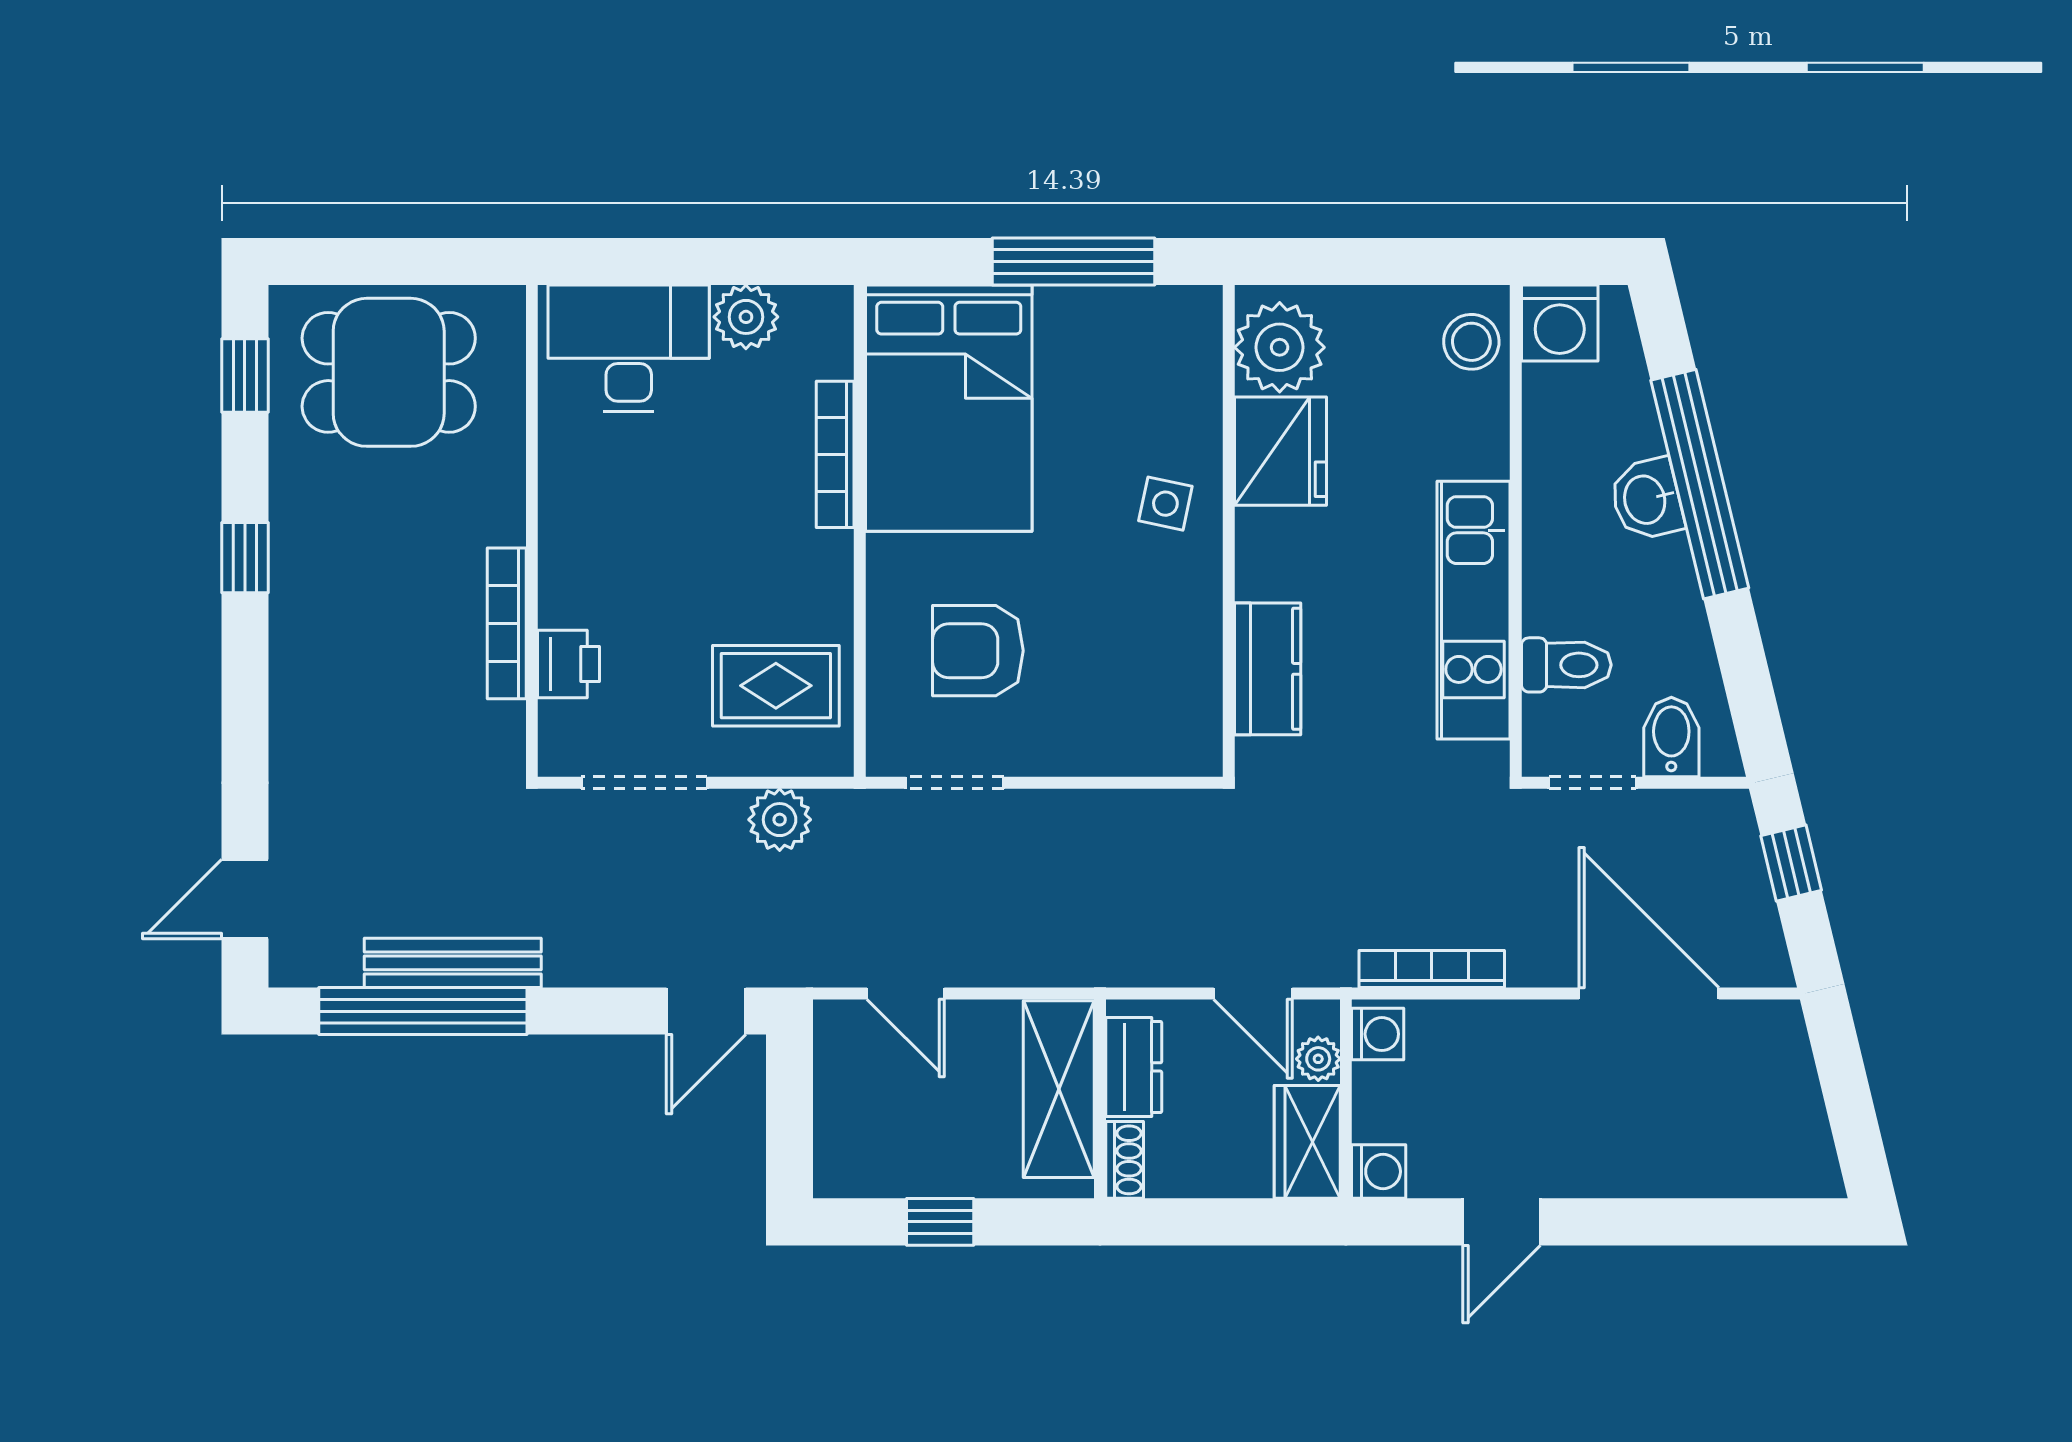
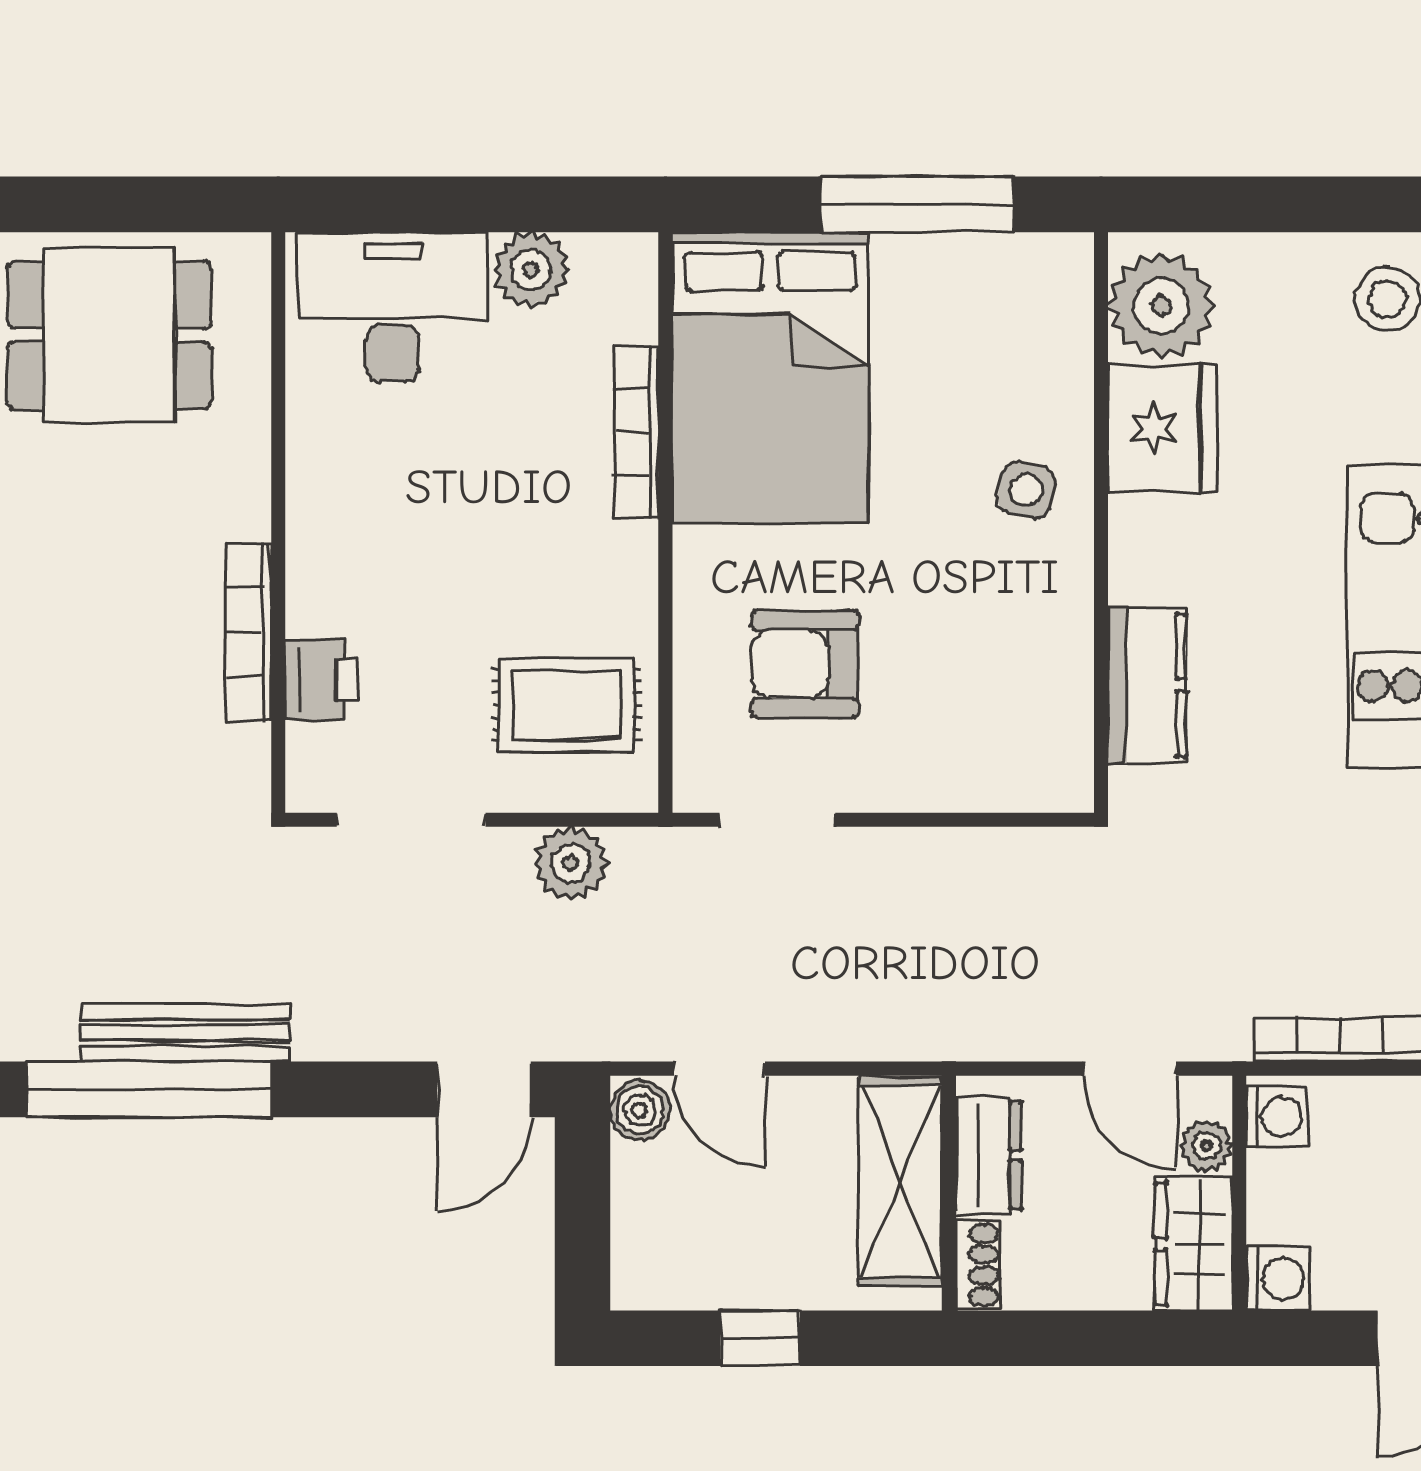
boiler: (838, 1029) -> (640, 1110), added

